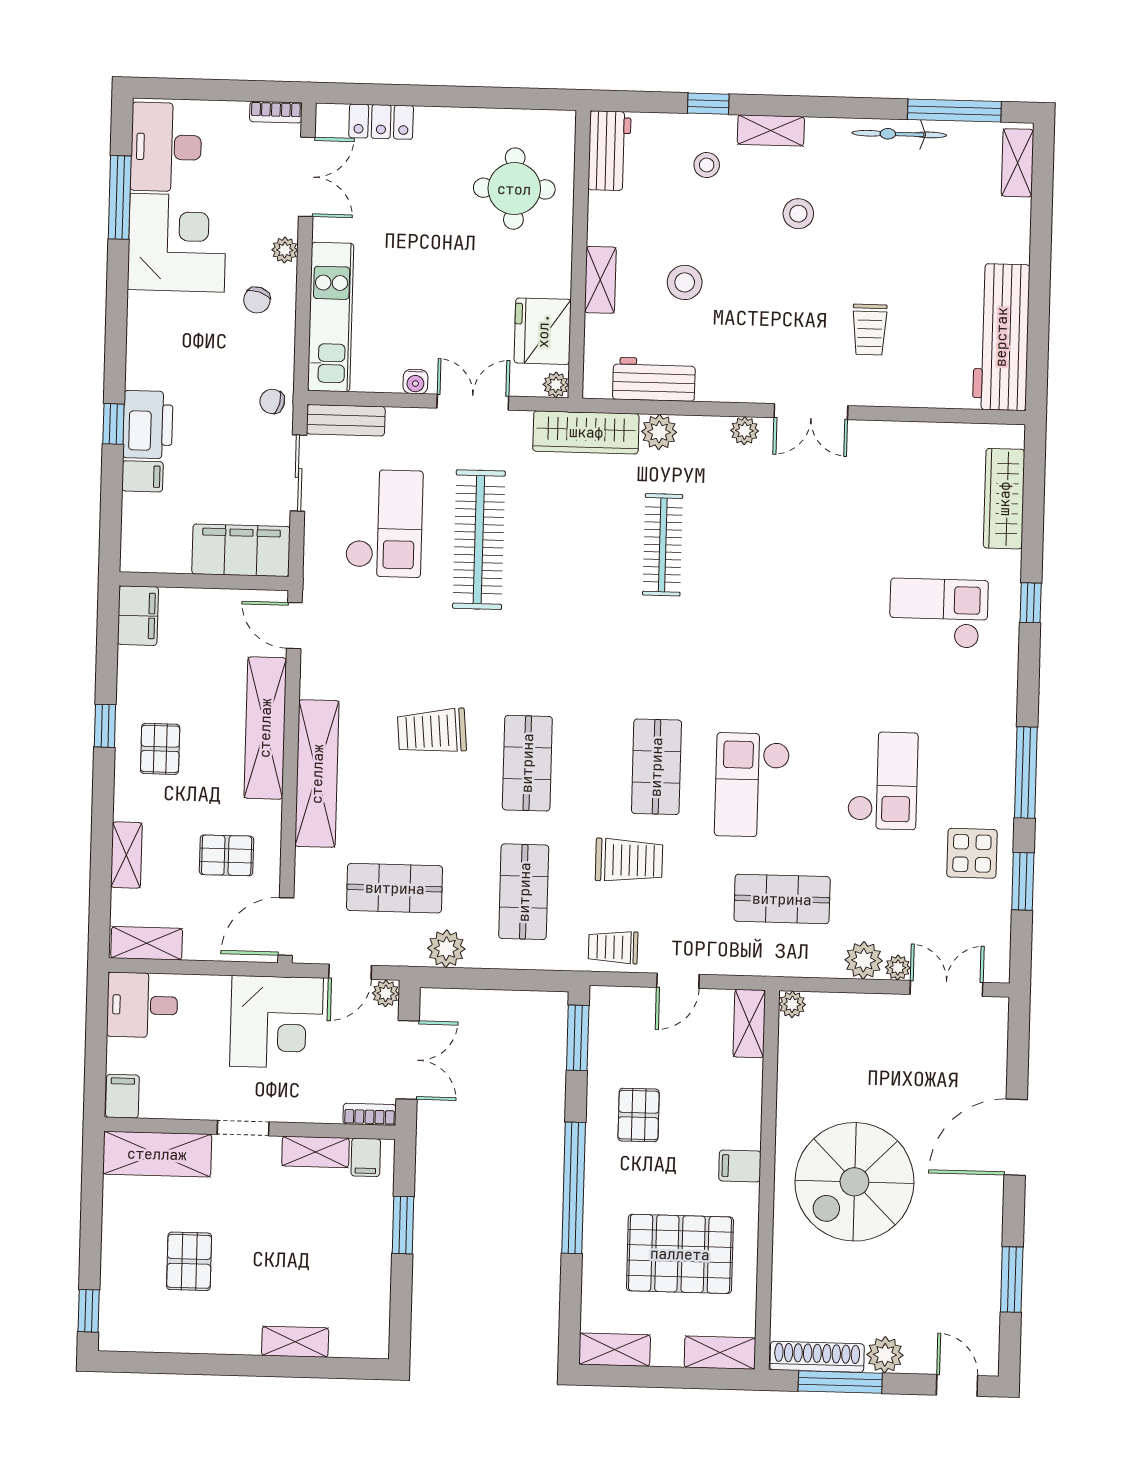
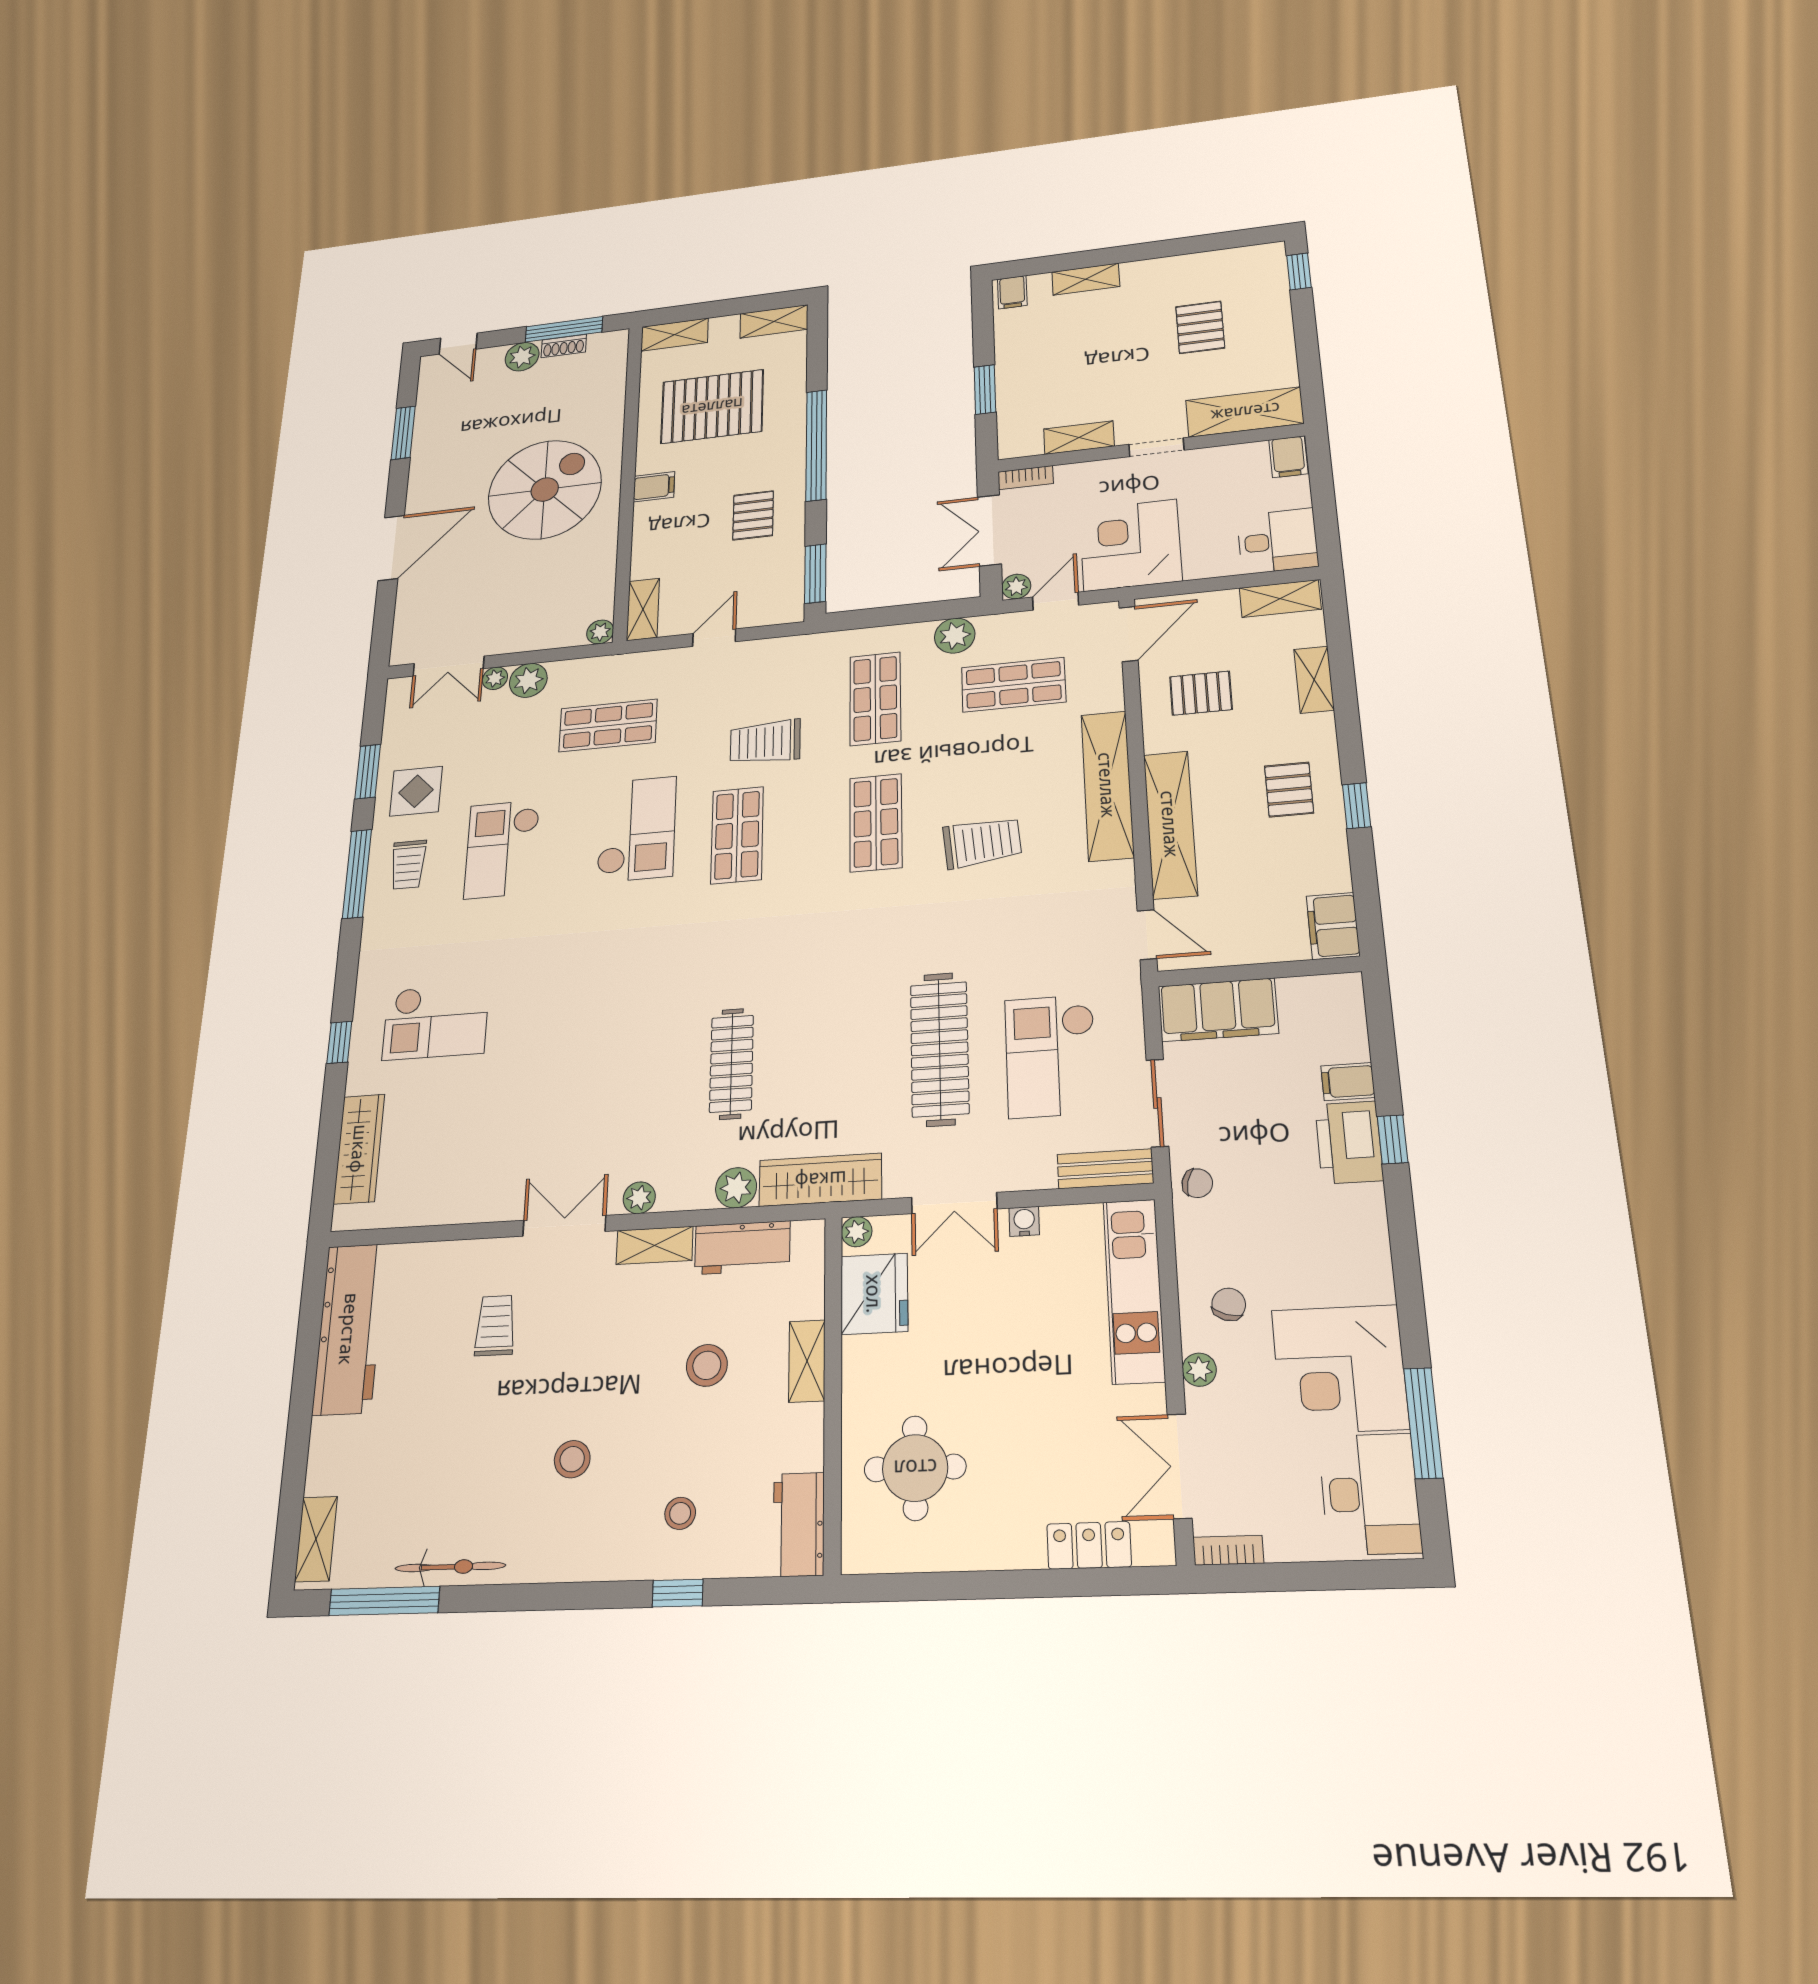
shelving: (771, 130) -> (655, 1245), moved
trolley: (613, 947) -> (408, 865), moved, turned 90
filing cabinet: (366, 1157) -> (1012, 292), moved, turned 180
shoe rack: (817, 1357) -> (564, 346), width x0.51, depth x0.81

